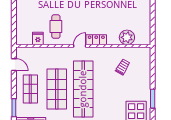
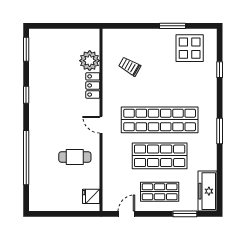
fridge: (38, 39) -> (91, 196), moved
locker: (96, 40) -> (93, 85), moved

